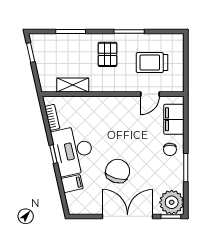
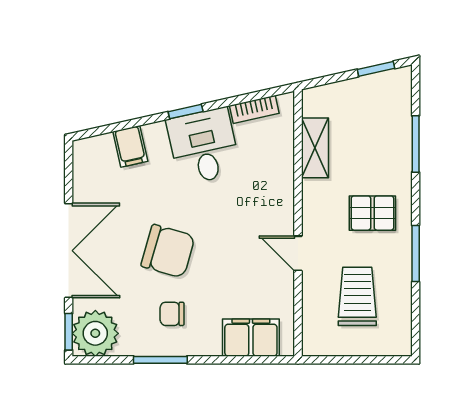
door: (150, 94) -> (298, 253), moved
chair: (170, 149) -> (172, 314), moved
desk: (73, 151) -> (204, 146), width x0.73
chair: (118, 171) -> (168, 251), moved

